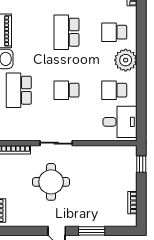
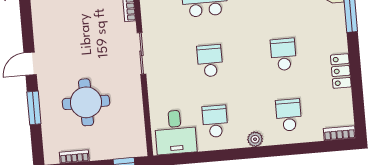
school desk: (66, 32) -> (283, 54), width x0.54
plant: (126, 60) -> (255, 139), width x0.53, depth x0.53
round table: (51, 182) -> (86, 102), moved

